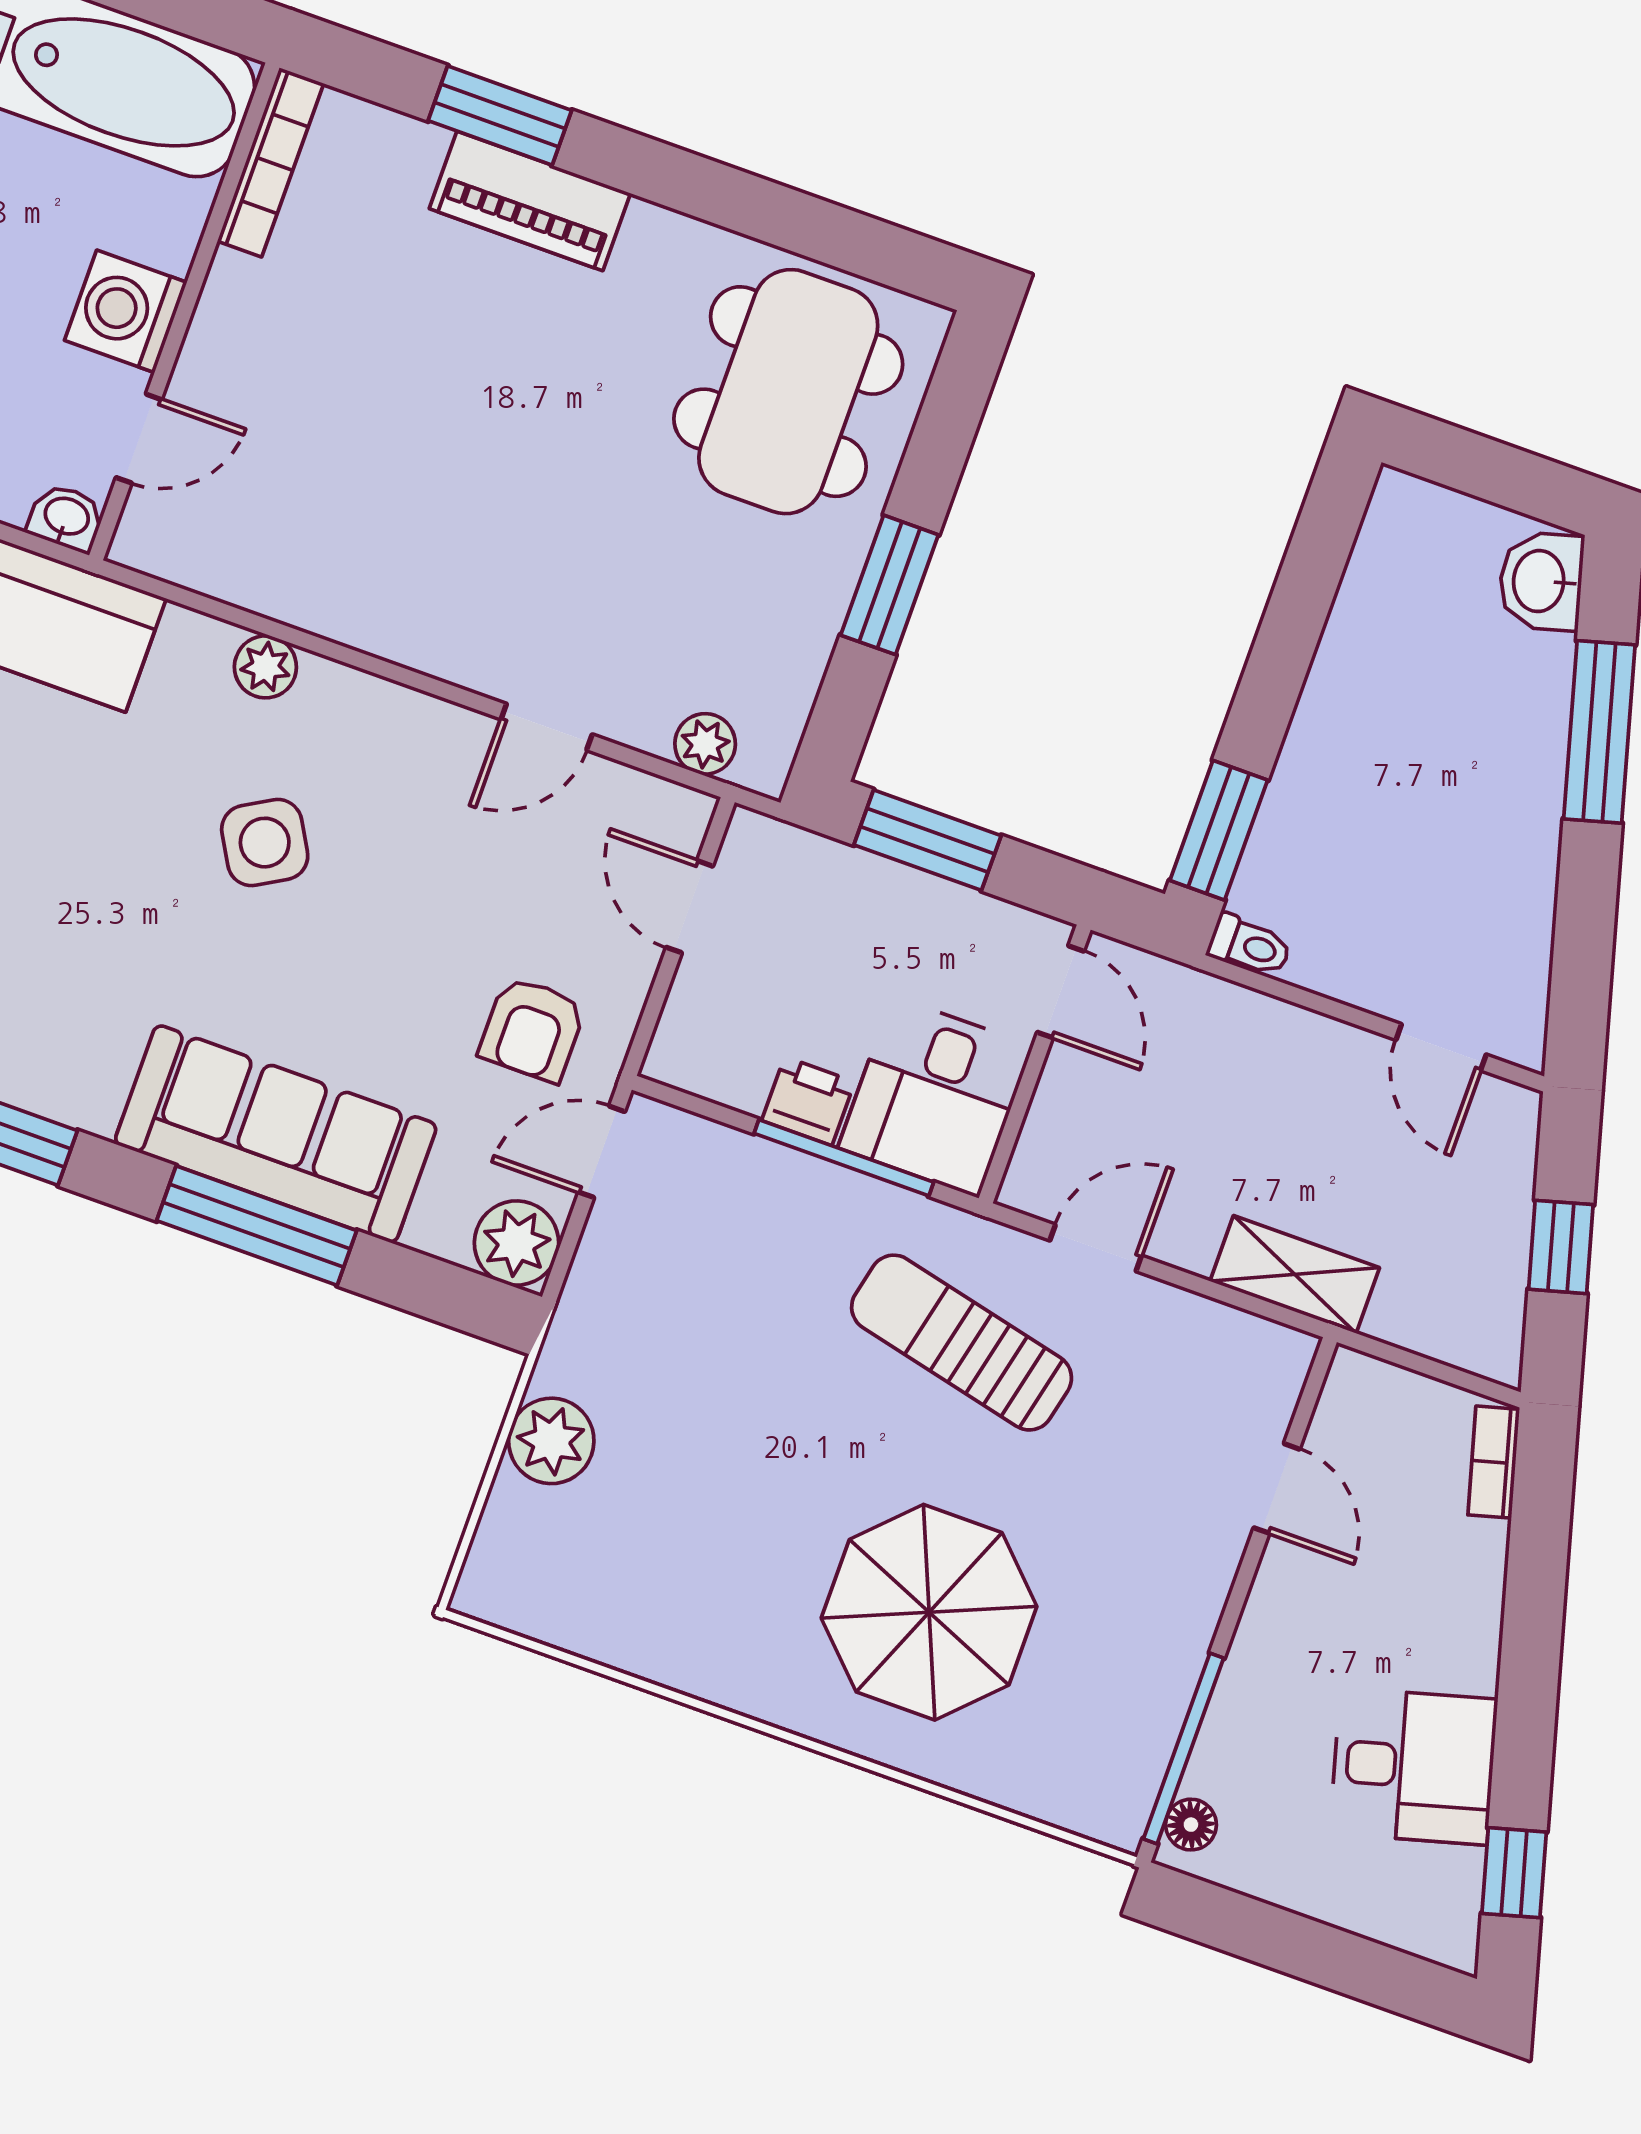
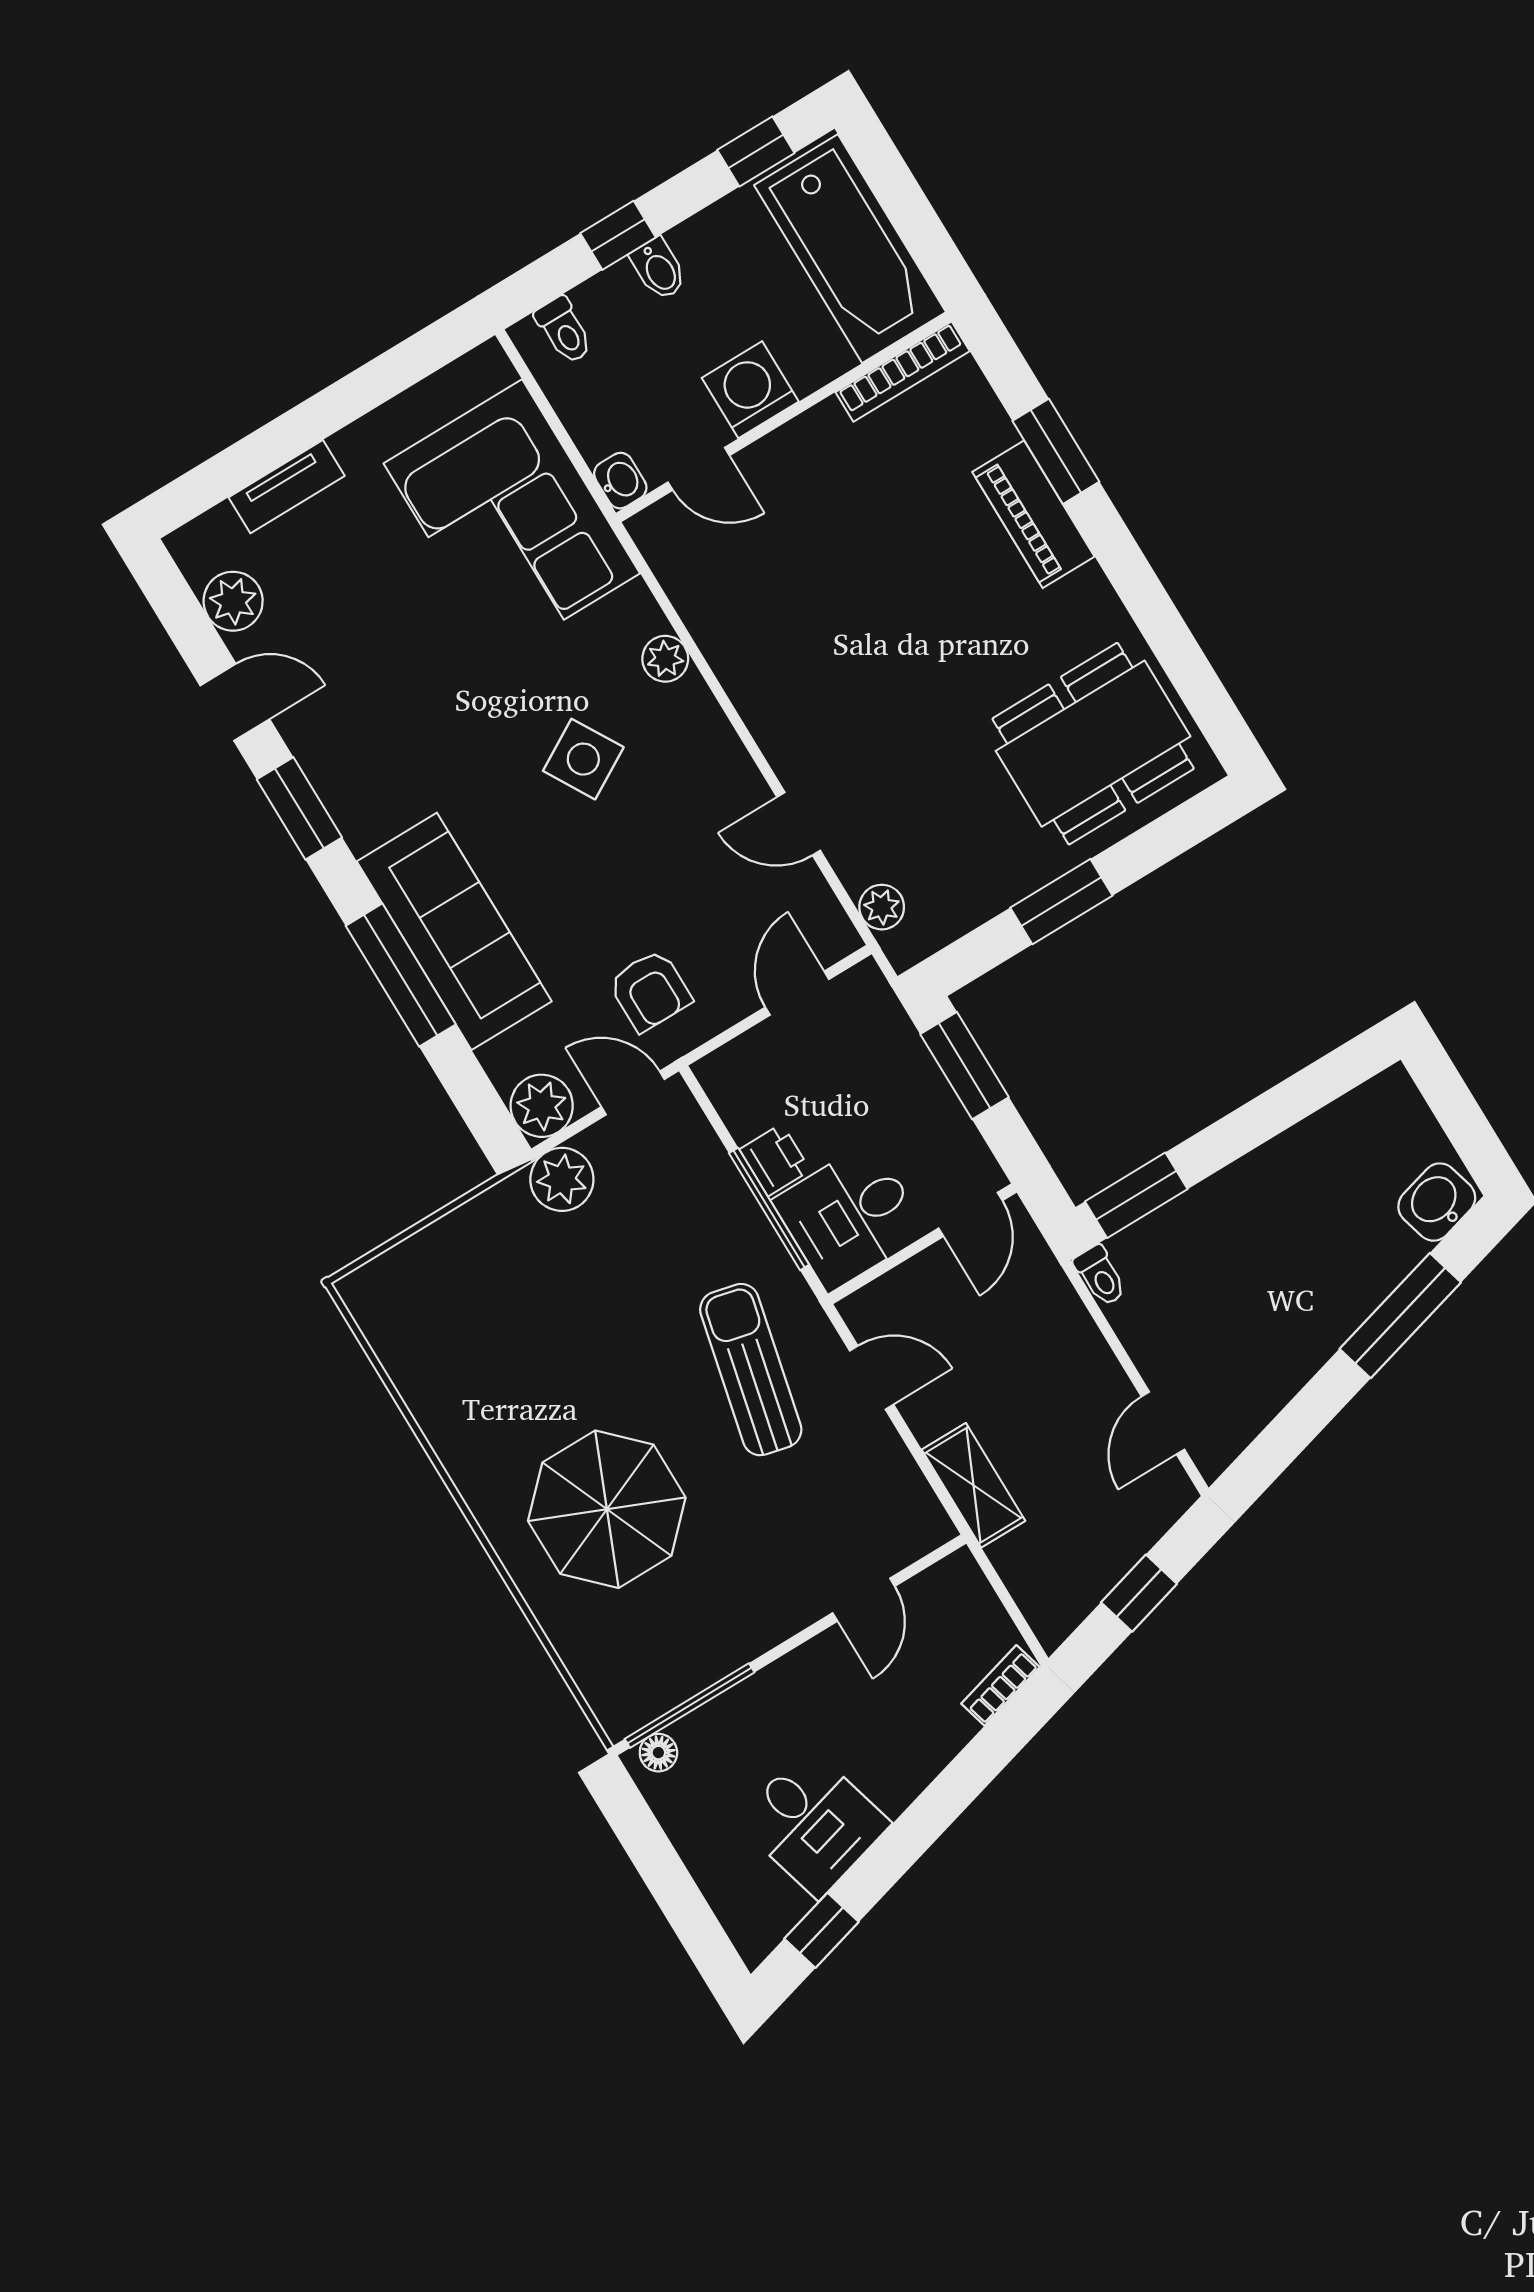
armchair: (532, 1029) -> (650, 991), turned -90
plant: (551, 1441) -> (562, 1179), moved

